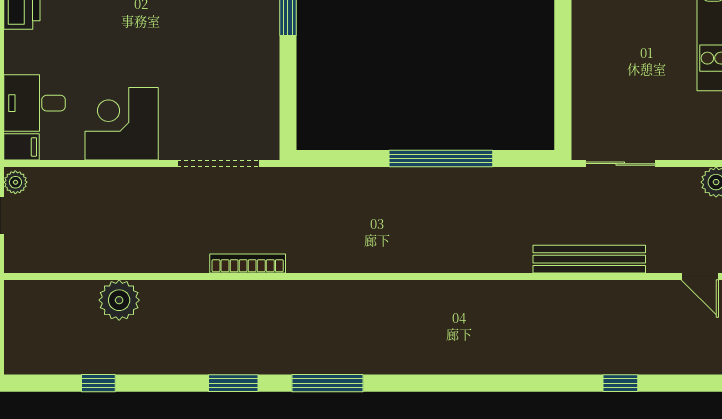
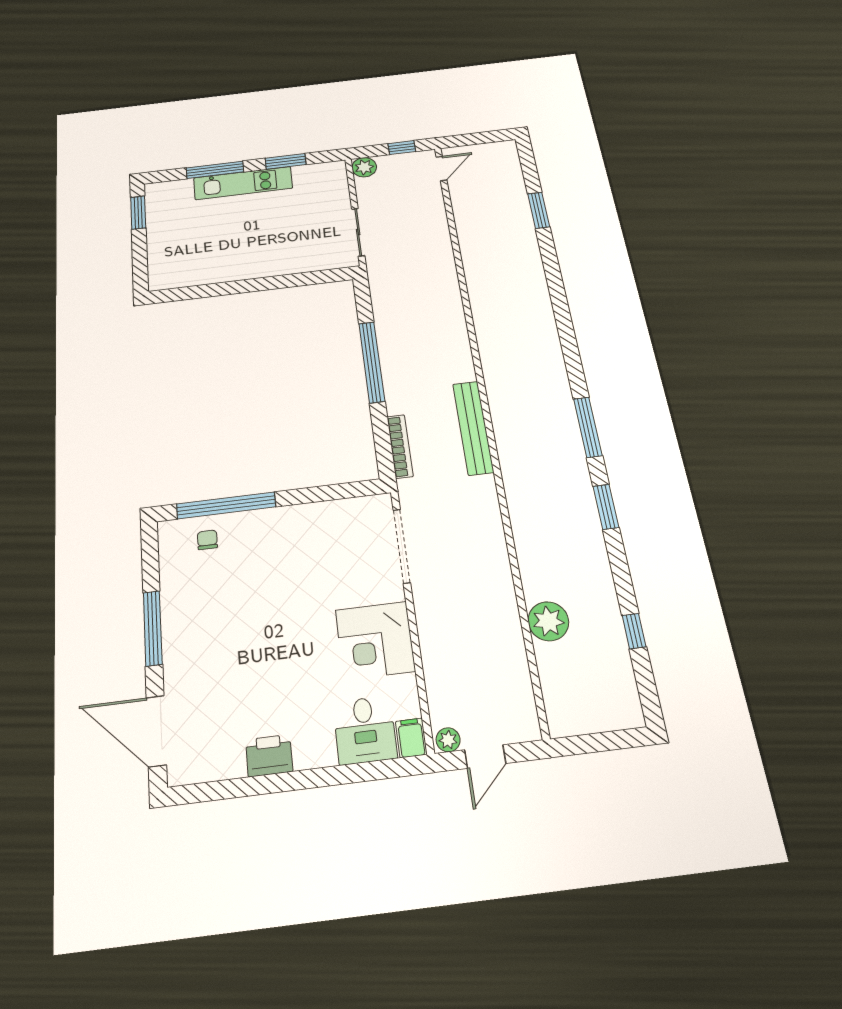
bench: (589, 259) -> (473, 428), moved
bookcase: (248, 263) -> (400, 446), moved, turned 180
window: (620, 383) -> (539, 210), width x1.50

